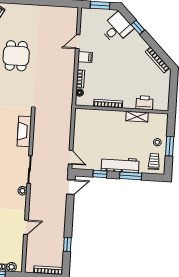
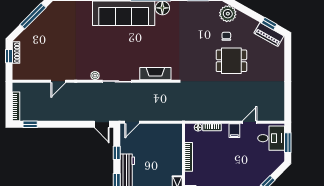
desk: (117, 28) -> (271, 138), moved, turned -45
door: (78, 42) -> (250, 122), hinge flipped
door: (26, 227) -> (58, 81), hinge flipped
window: (67, 245) -> (30, 124), moved
plant: (12, 267) -> (17, 69), removed

